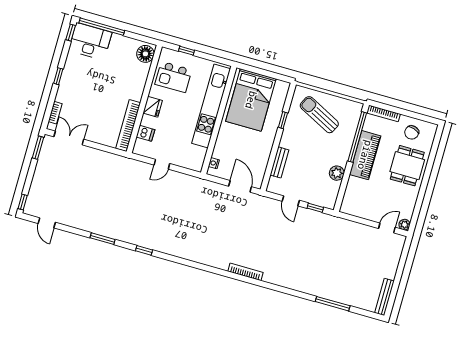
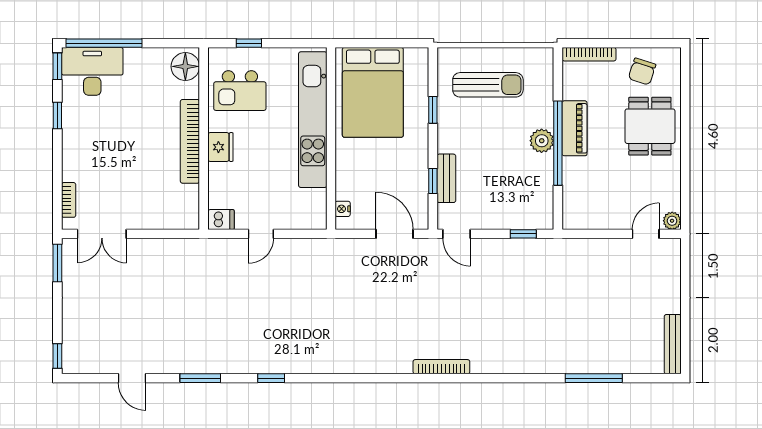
window: (58, 76) -> (57, 116), moved
sun lounger: (319, 115) -> (488, 85), turned 153
bookcase: (128, 126) -> (190, 141), moved
dishwasher: (145, 133) -> (221, 220), moved
window: (357, 137) -> (558, 143), moved
double door: (69, 138) -> (102, 234), swing flipped
piano: (365, 155) -> (575, 128), width x0.73, depth x0.75
window: (271, 162) -> (433, 181), added
plant: (337, 173) -> (542, 141), moved
door: (291, 201) -> (457, 234), moved
door: (47, 223) -> (132, 378), moved

